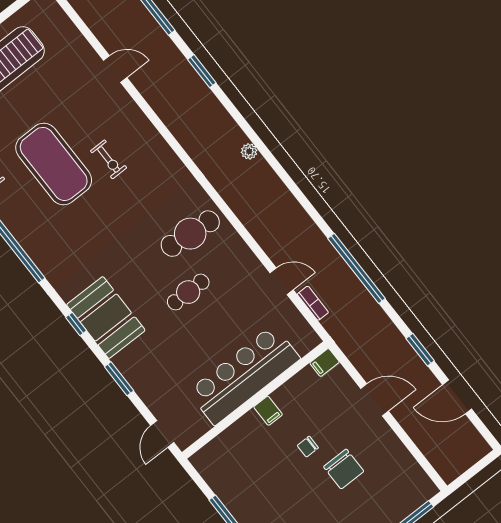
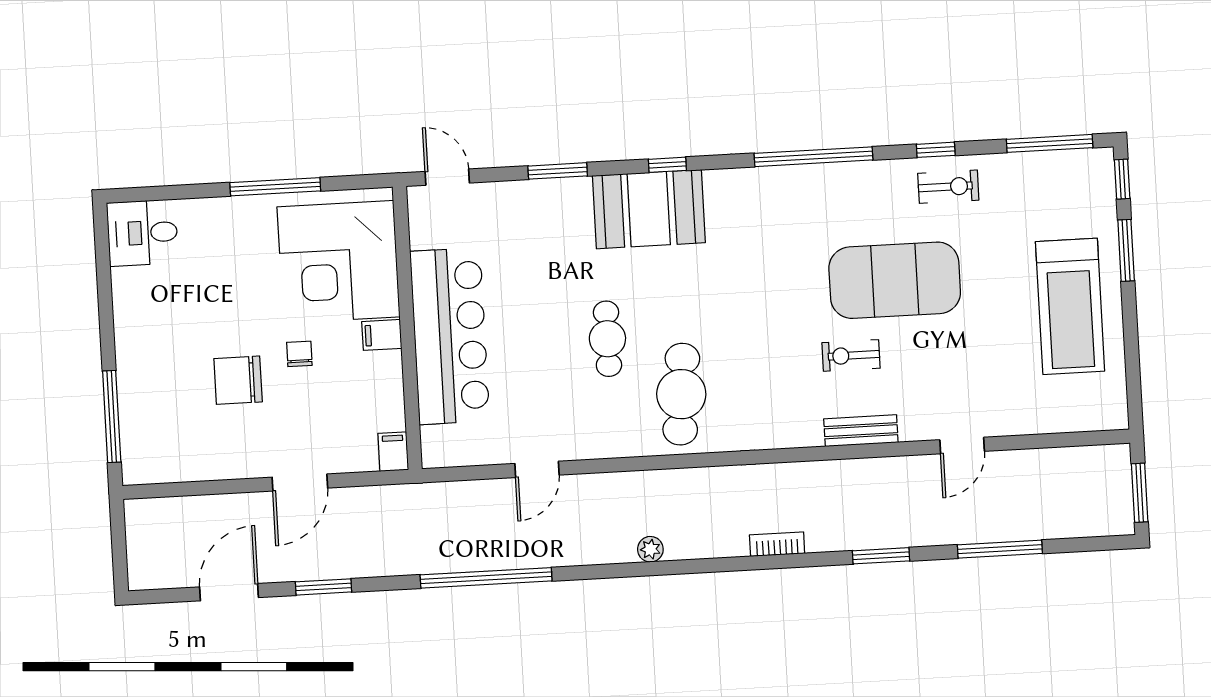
bench: (144, 127) -> (861, 431), added
plant: (249, 151) -> (650, 549), moved
bookcase: (313, 303) -> (777, 544), moved, turned 180
corner desk: (246, 460) -> (338, 262), added

